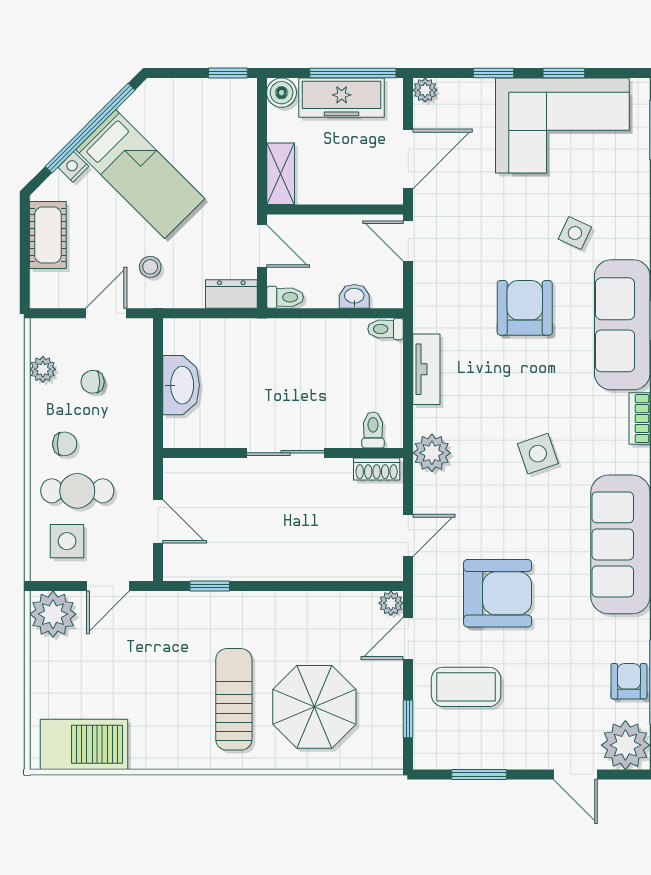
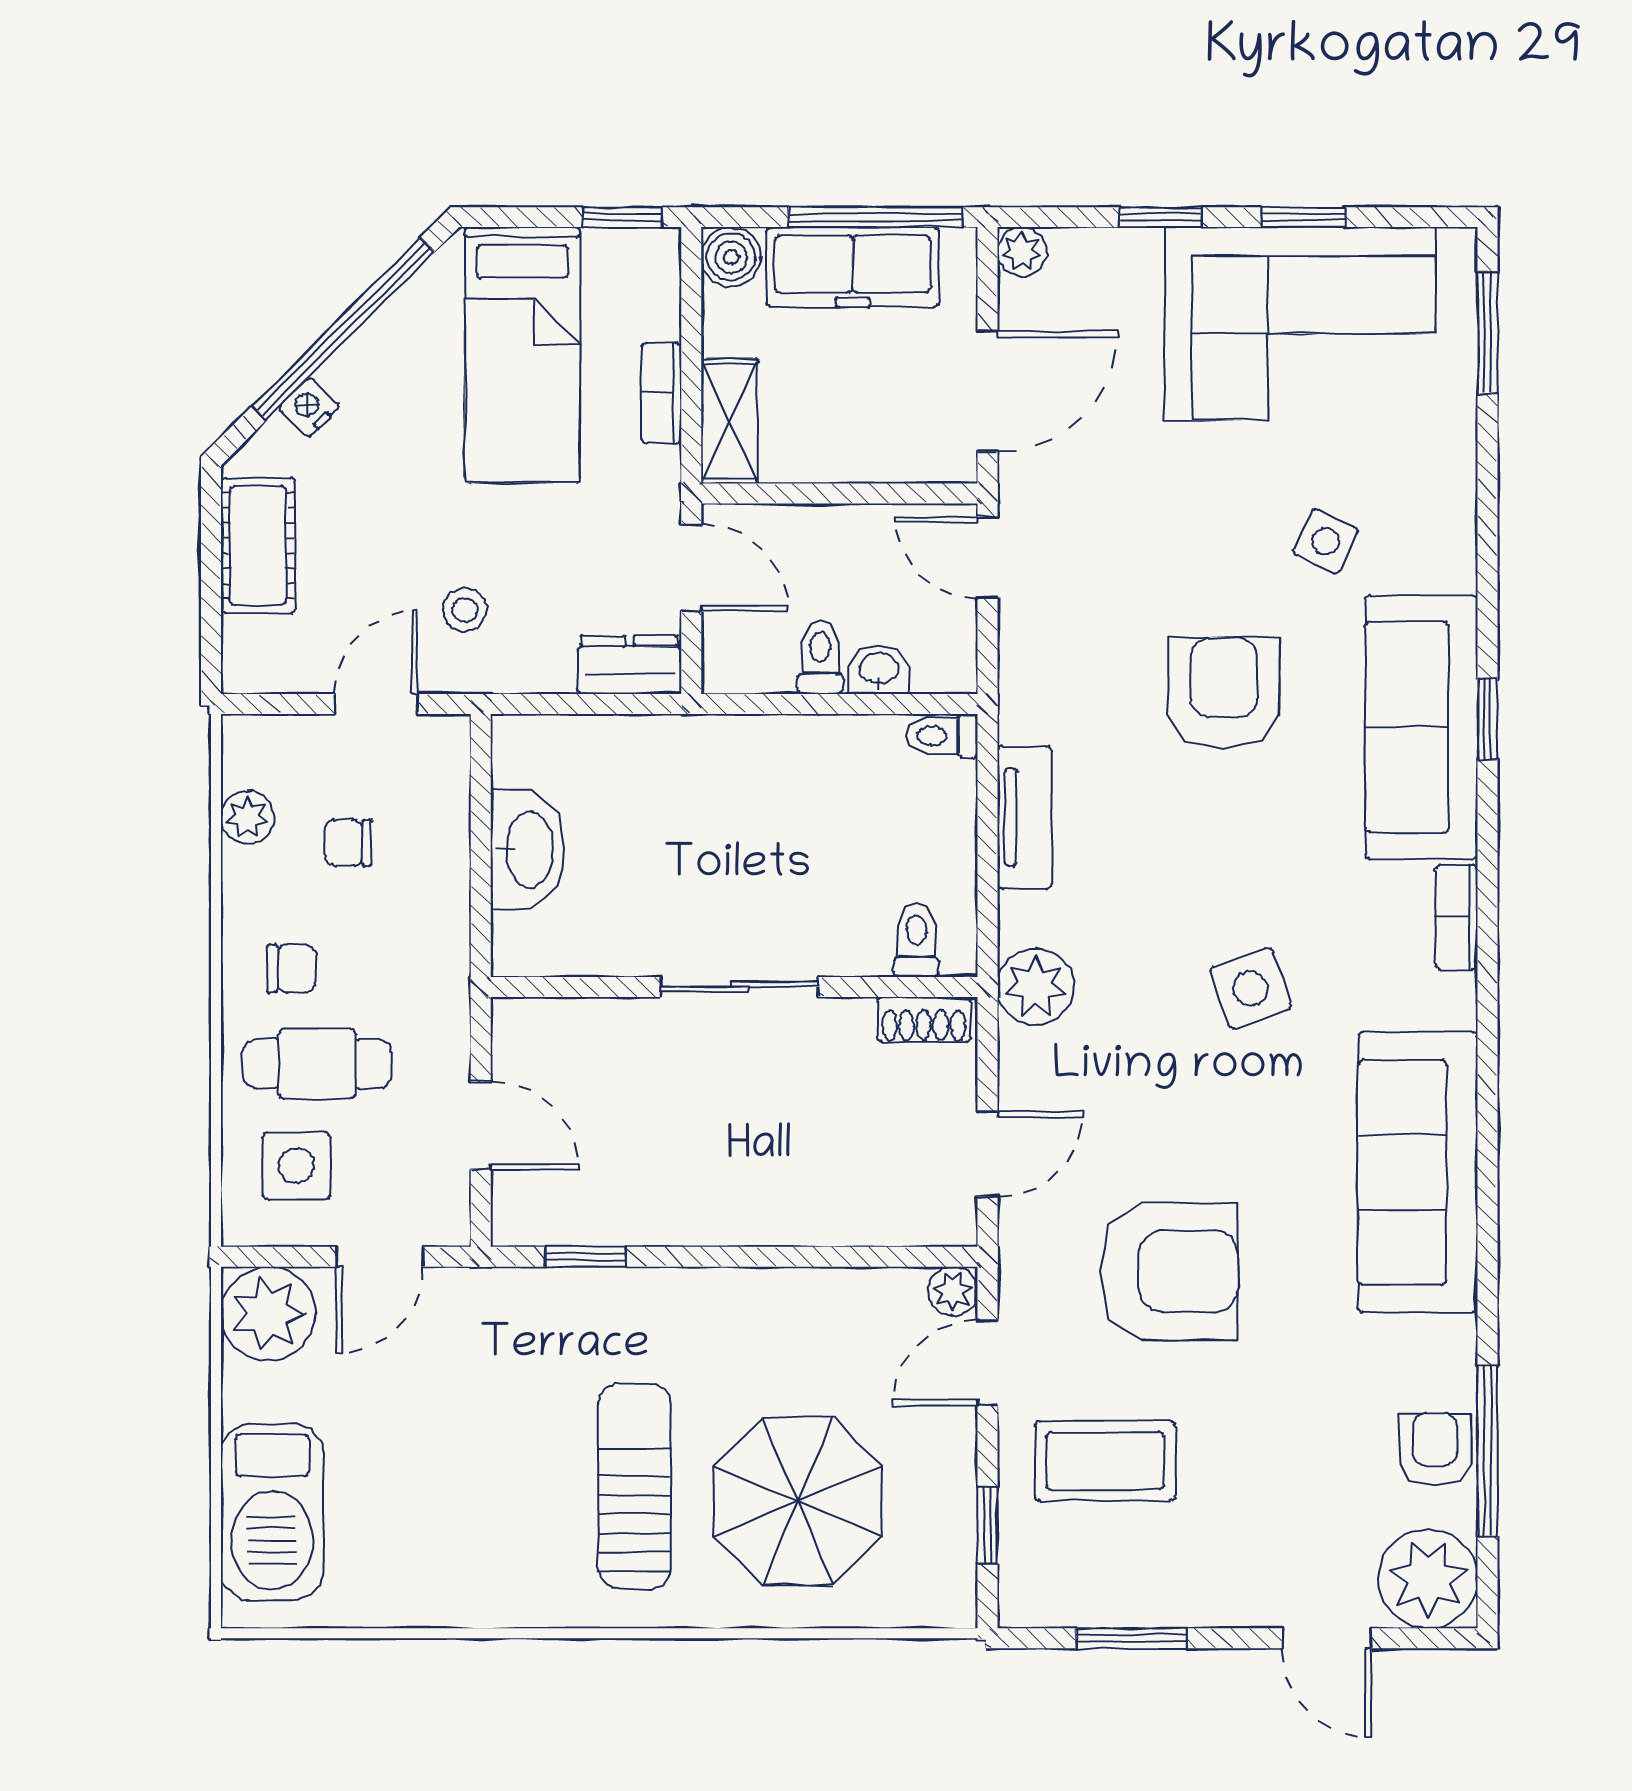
bookcase: (247, 160) -> (661, 393), added
bed: (140, 174) -> (522, 355), moved, turned 45
toilet: (285, 297) -> (820, 657), moved, turned -90
barbecue: (84, 744) -> (272, 1512), moved, turned 90

